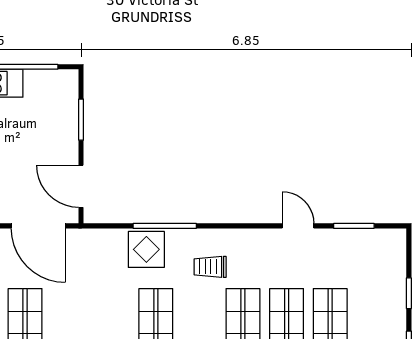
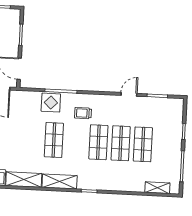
door: (298, 226) -> (129, 94), hinge flipped

